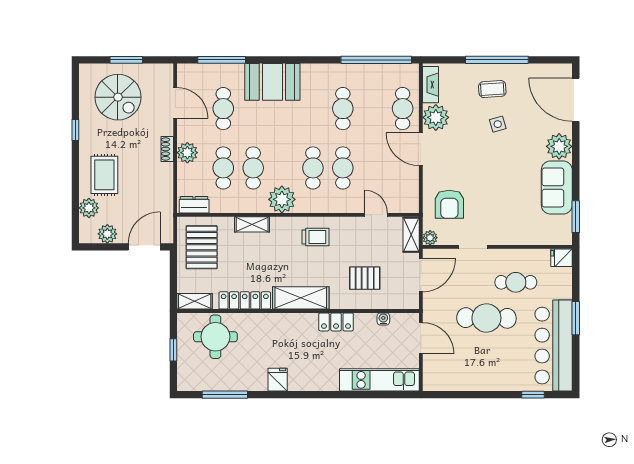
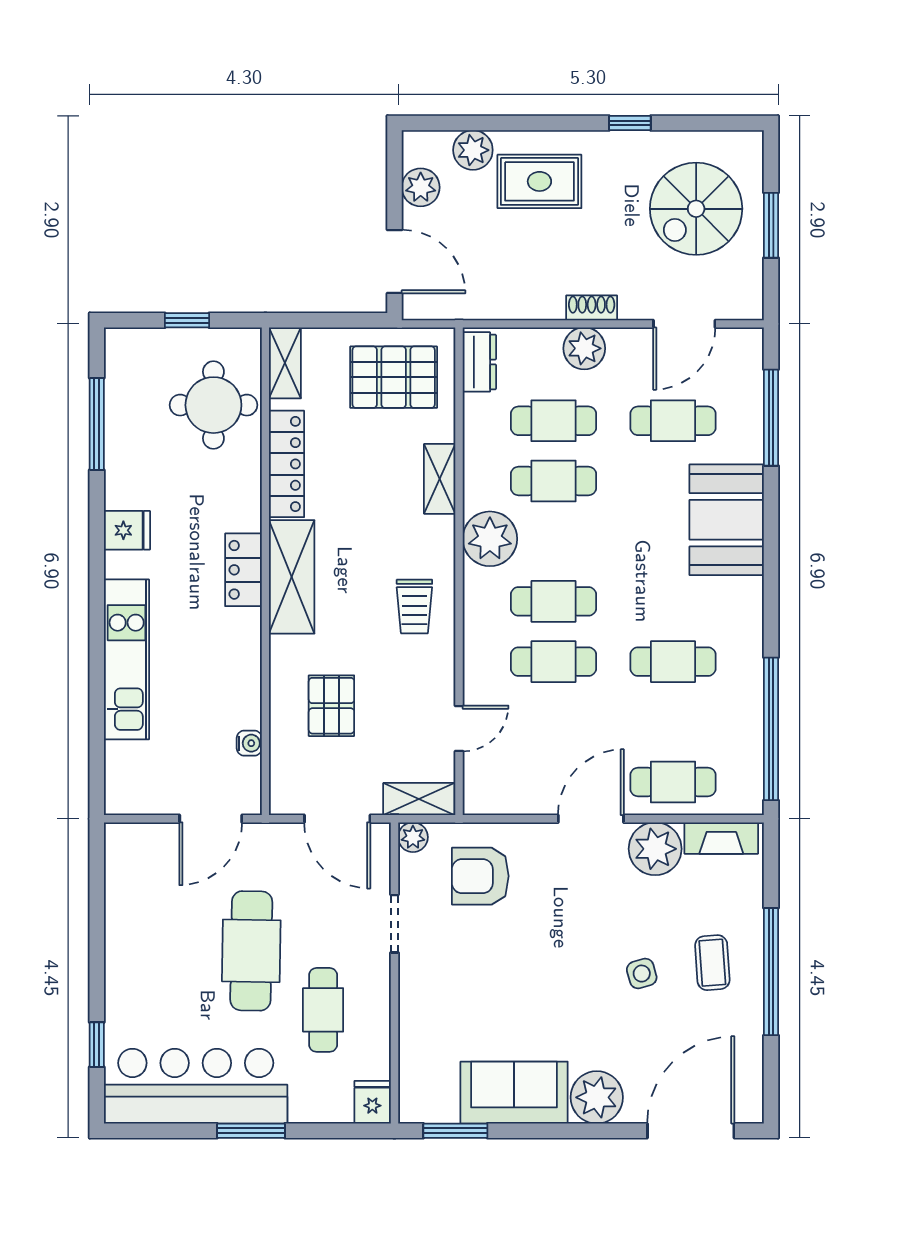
locker: (336, 322) -> (243, 570), moved
kitchen unit: (379, 380) -> (127, 659), moved

